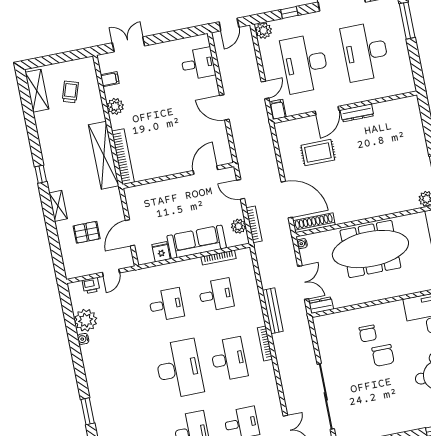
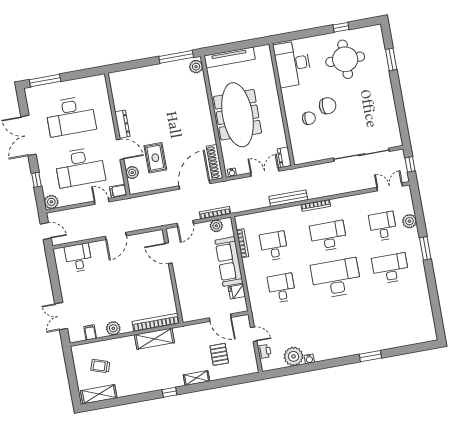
plant: (300, 126) -> (132, 173), added
shelving: (104, 155) -> (154, 339), width x0.68

